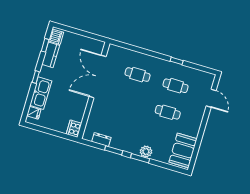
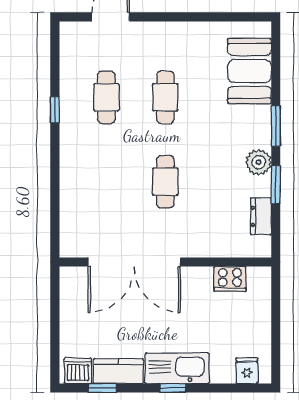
cafe table: (138, 75) -> (165, 182), moved
kitchen sink: (41, 93) -> (177, 368), moved
cooker: (74, 129) -> (230, 279), moved
booth: (183, 150) -> (250, 71), moved, turned 90
plant: (146, 152) -> (259, 162), moved

